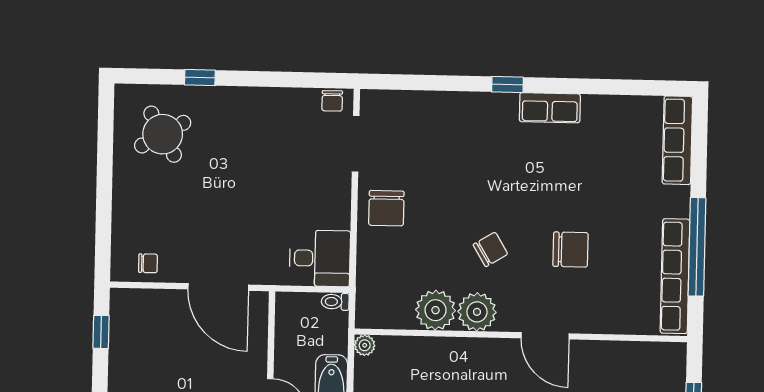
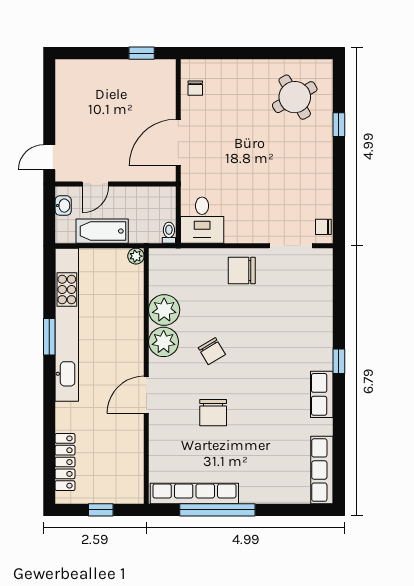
row of seats: (677, 140) -> (322, 470), moved, turned -90

